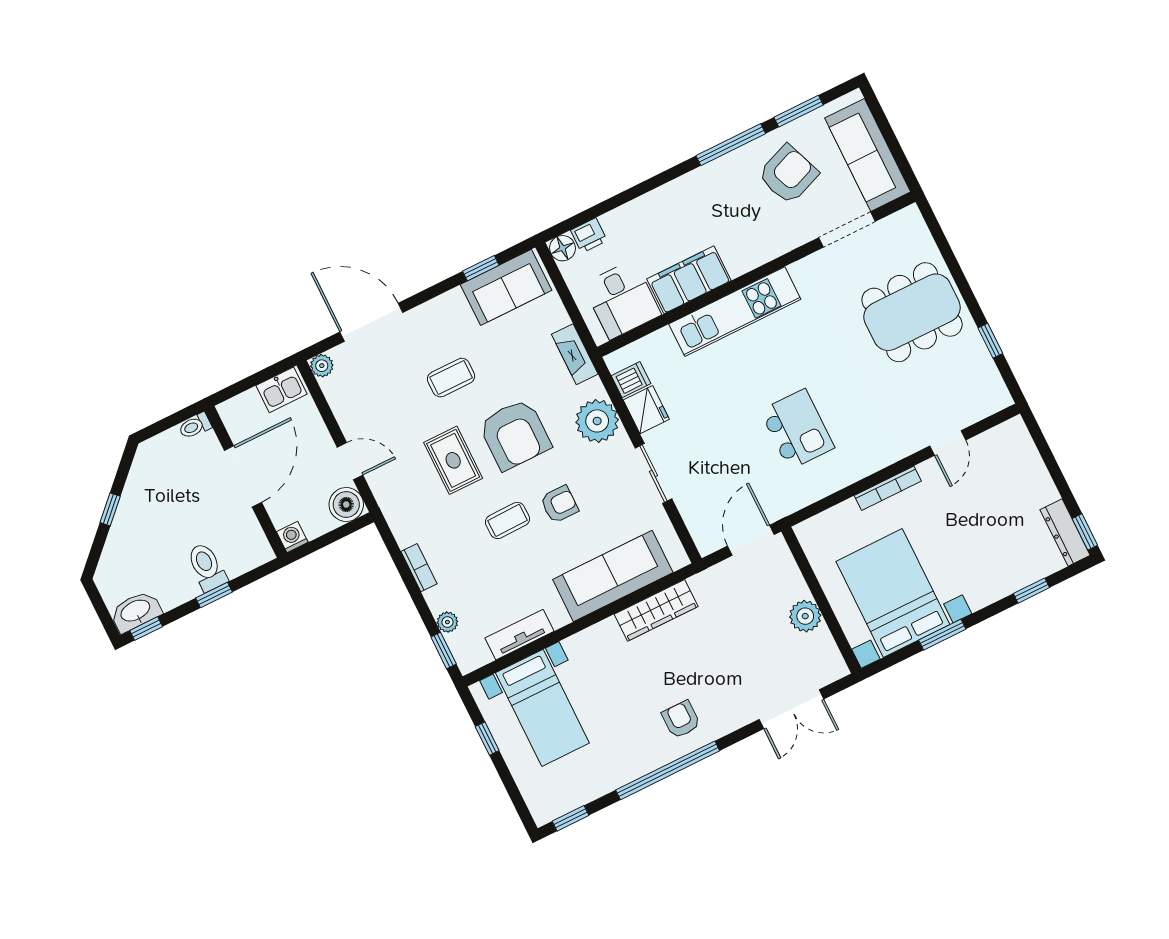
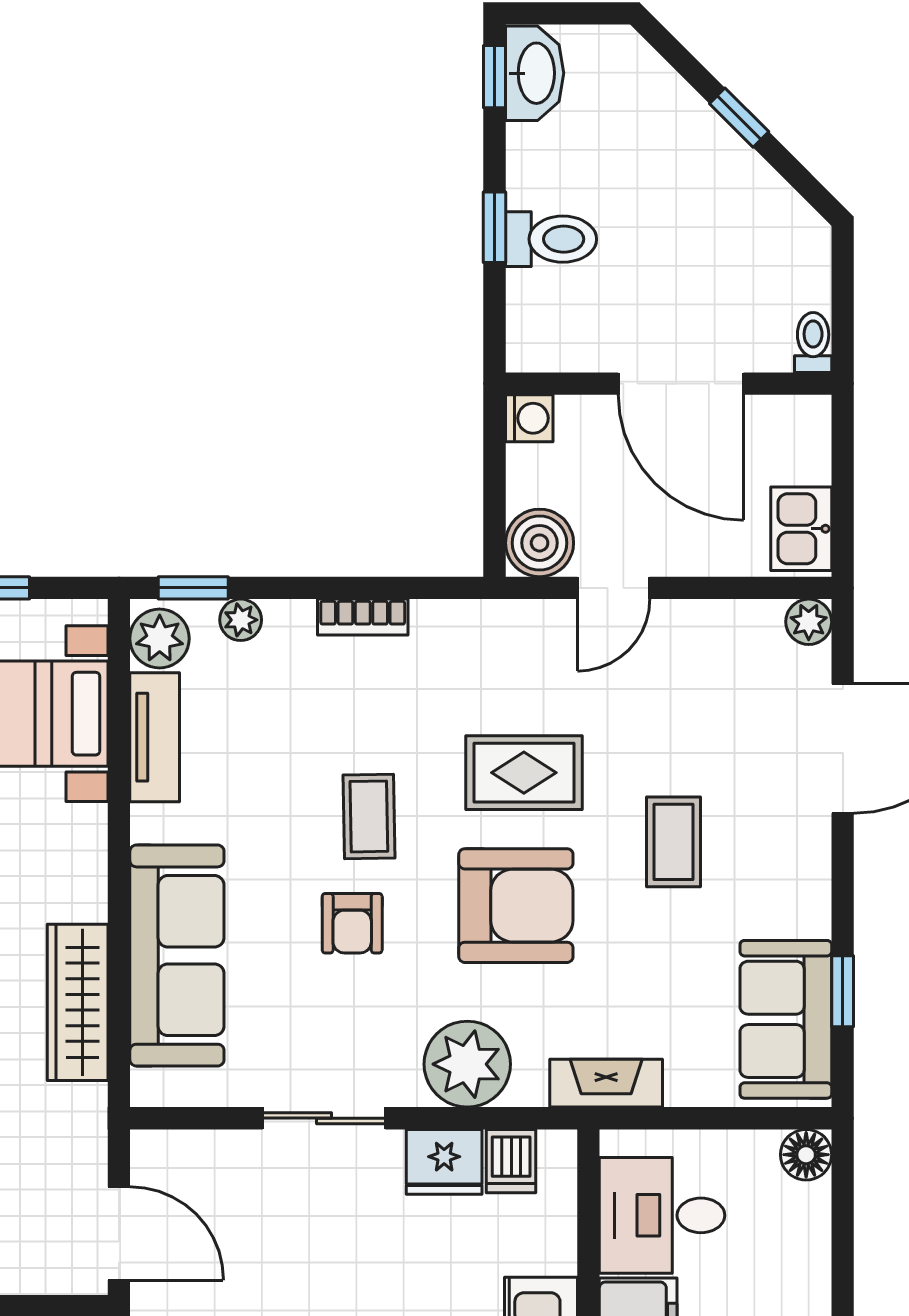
printer: (589, 235) -> (806, 1213), removed
armchair: (515, 434) -> (516, 906), turned 180
plant: (474, 654) -> (160, 639), added

